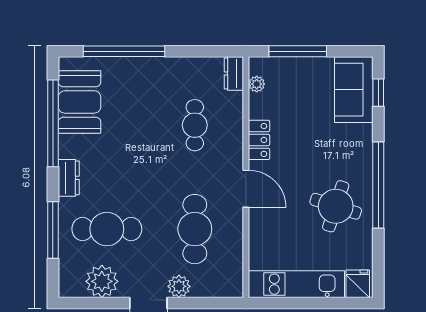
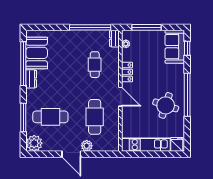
window: (124, 51) -> (90, 27), moved
dresser: (69, 178) -> (31, 79), moved
plant: (102, 281) -> (34, 143), moved

